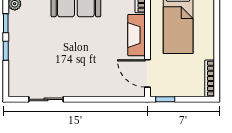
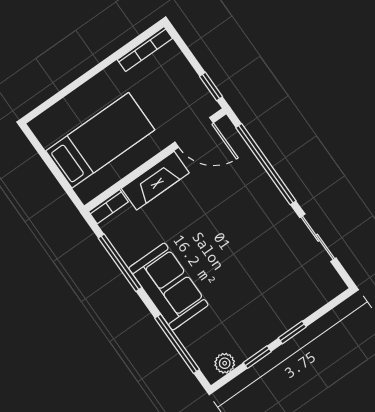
door: (147, 73) -> (194, 132), hinge flipped
window: (104, 99) -> (266, 164), added

